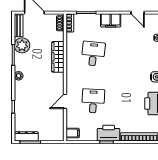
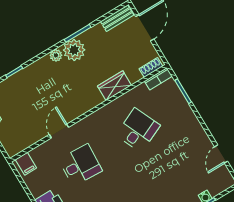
filing cabinet: (111, 20) -> (192, 127), removed
plant: (22, 45) -> (74, 50), moved
desk: (93, 54) -> (138, 130), turned -30
wardrobe: (58, 57) -> (114, 86), width x0.67
door: (65, 101) -> (59, 131), hinge flipped

